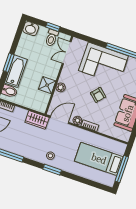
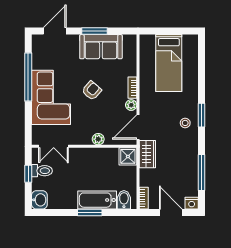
shower: (47, 85) -> (128, 156), moved
door: (59, 120) -> (138, 127), hinge flipped
window: (122, 169) -> (172, 31), removed

